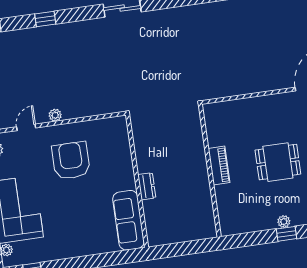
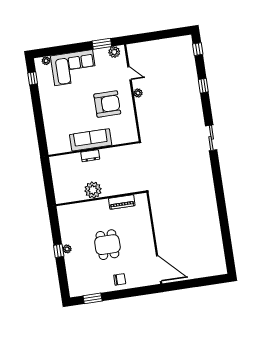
piano: (219, 166) -> (122, 202), moved
plant: (197, 183) -> (93, 190), added
sofa: (128, 220) -> (91, 140), moved

